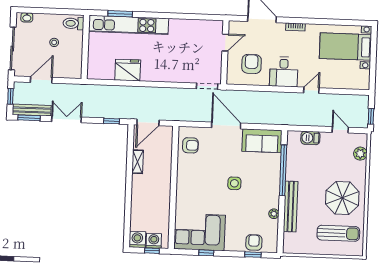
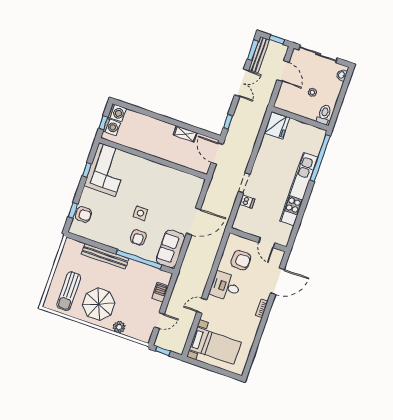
window: (120, 14) -> (320, 158), width x2.11
kitchen unit: (129, 25) -> (299, 189), moved
bed with nightstands: (346, 47) -> (215, 346), moved, turned 90
fridge: (128, 70) -> (277, 125), moved
dishwasher: (189, 76) -> (247, 202), added
doorway: (207, 86) -> (244, 183), moved
door: (311, 90) -> (202, 306), swing flipped
armchair: (190, 145) -> (138, 237), moved
plant: (360, 154) -> (119, 327), moved
plant: (274, 214) -> (103, 240), removed

